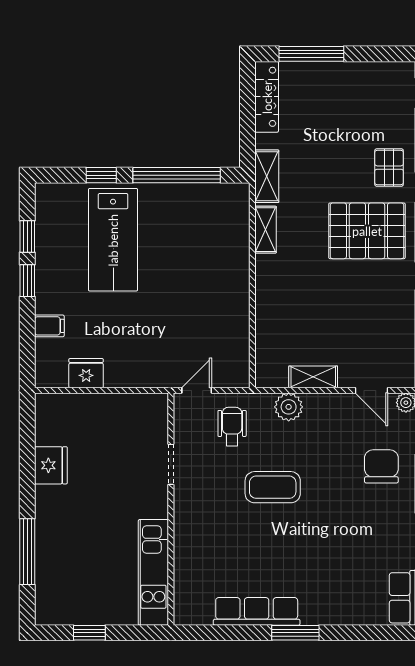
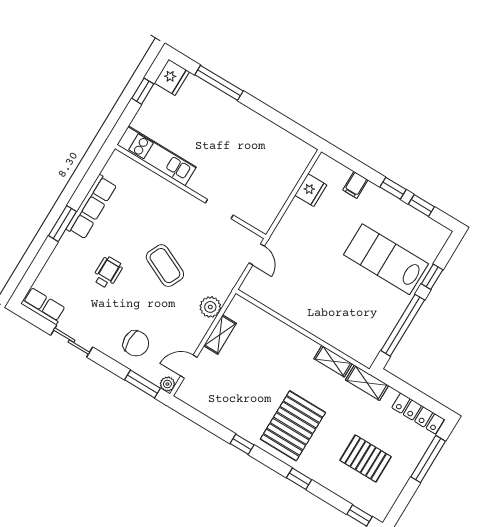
pallet: (389, 168) -> (366, 459), moved, width x1.50, depth x1.42
wheelchair: (232, 427) -> (108, 272), moved, turned -90
fridge: (51, 465) -> (172, 77), moved, turned -90
coffee table: (273, 487) -> (165, 266), turned -65

